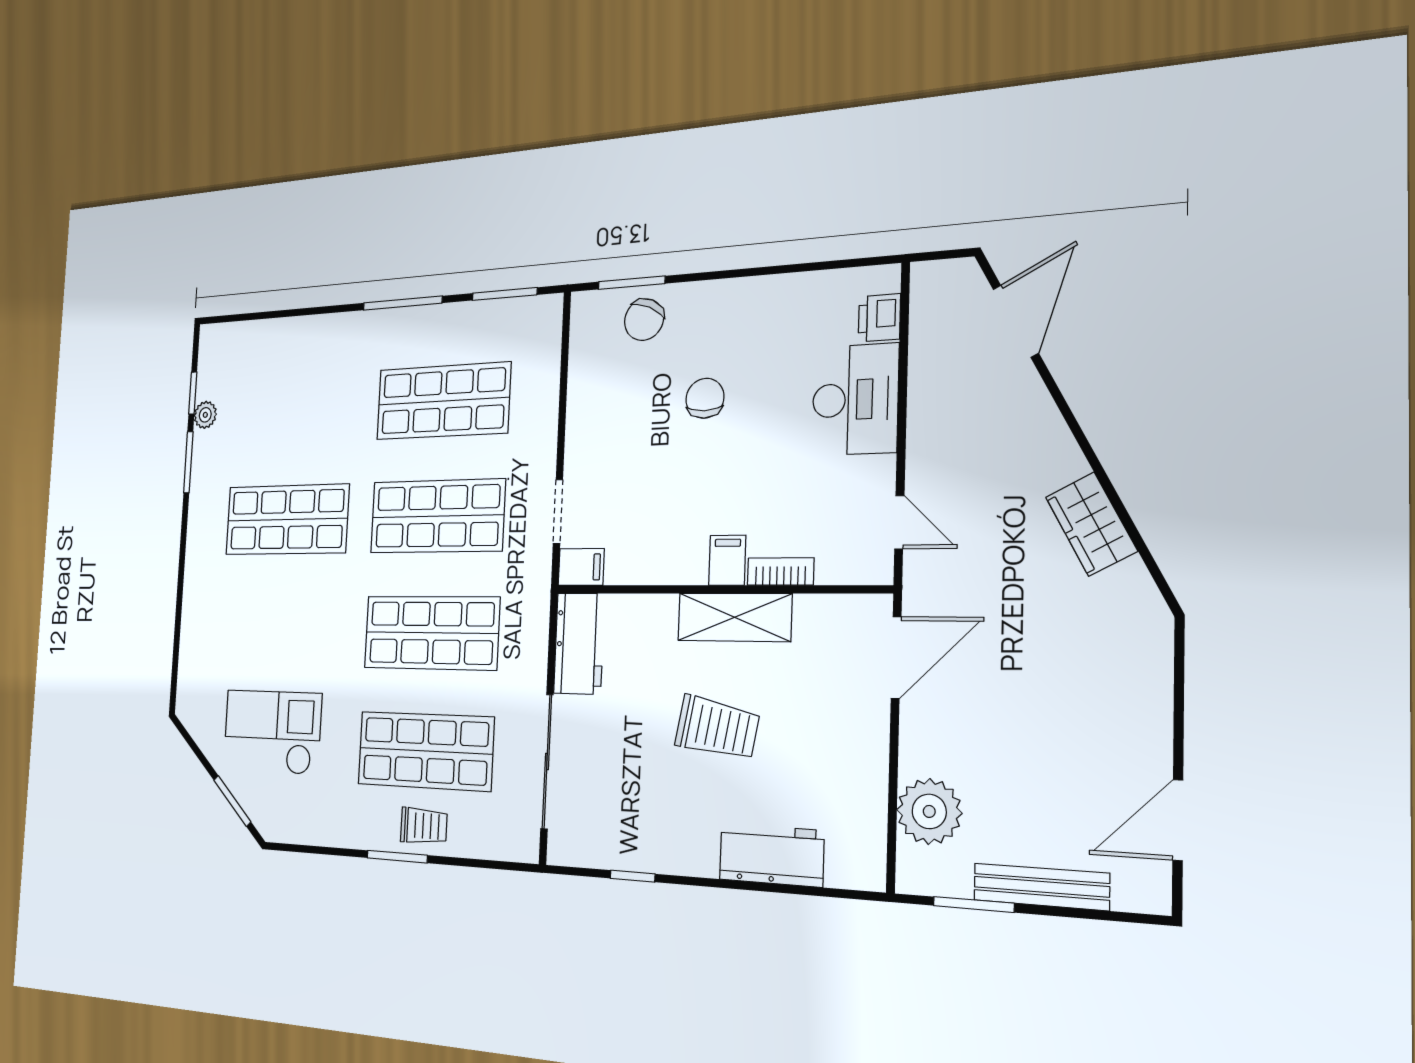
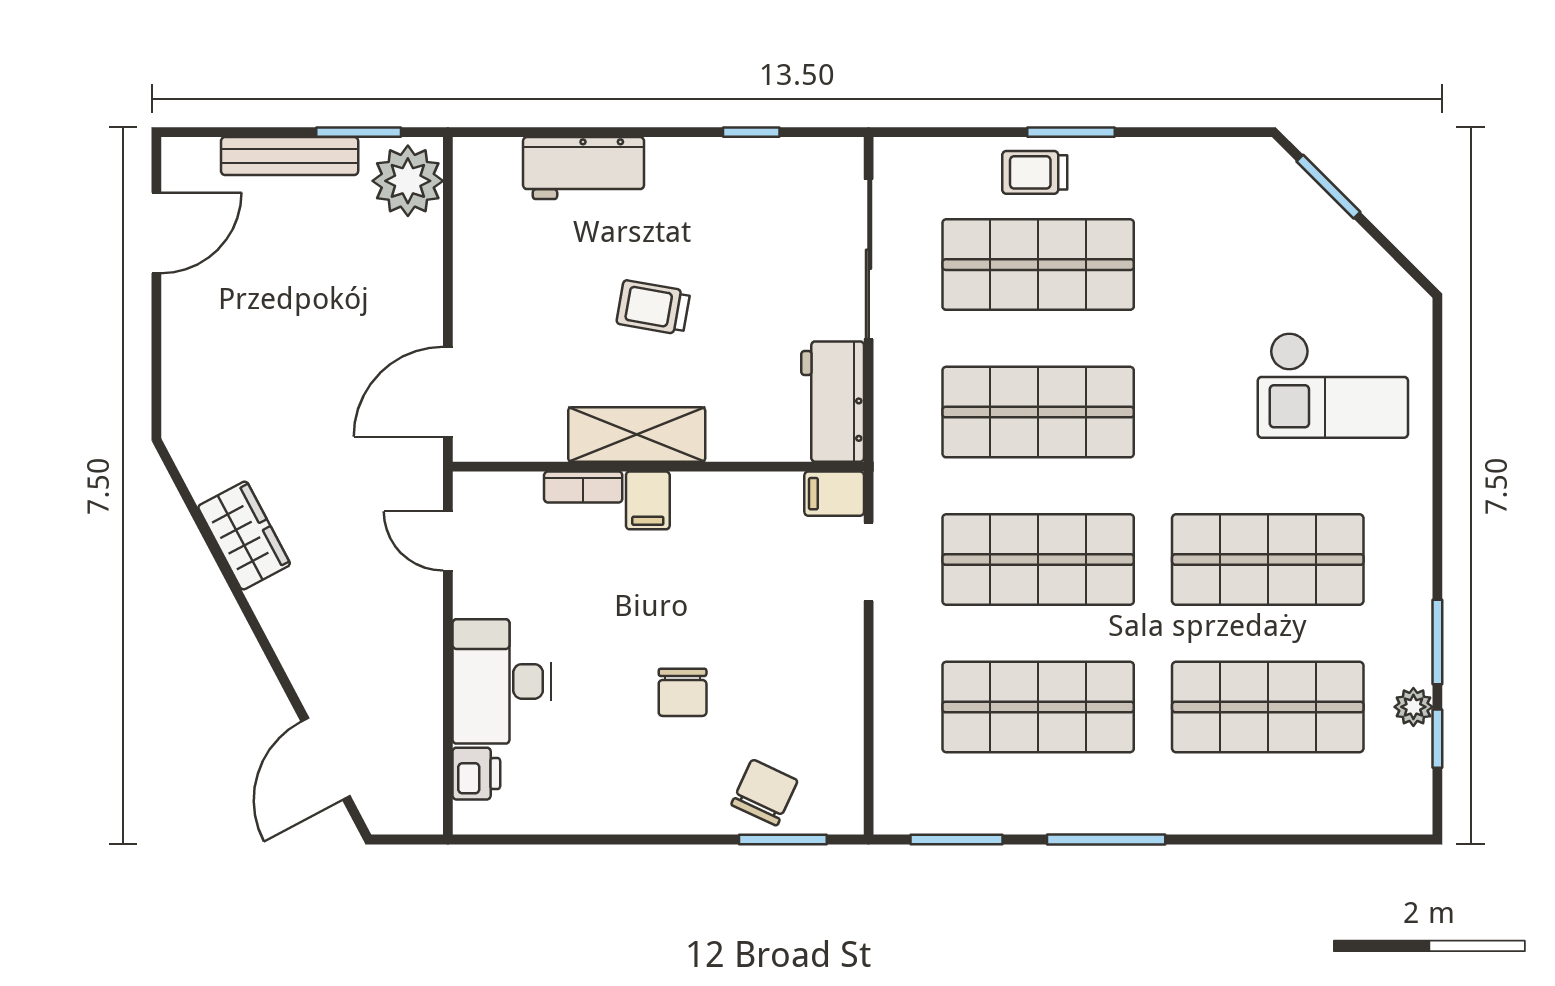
shop shelf: (293, 410) -> (1268, 707), added
trolley: (717, 728) -> (653, 307), width x0.73, depth x0.72
checkout: (272, 732) -> (1333, 385), moved
plant: (929, 811) -> (408, 181), moved

